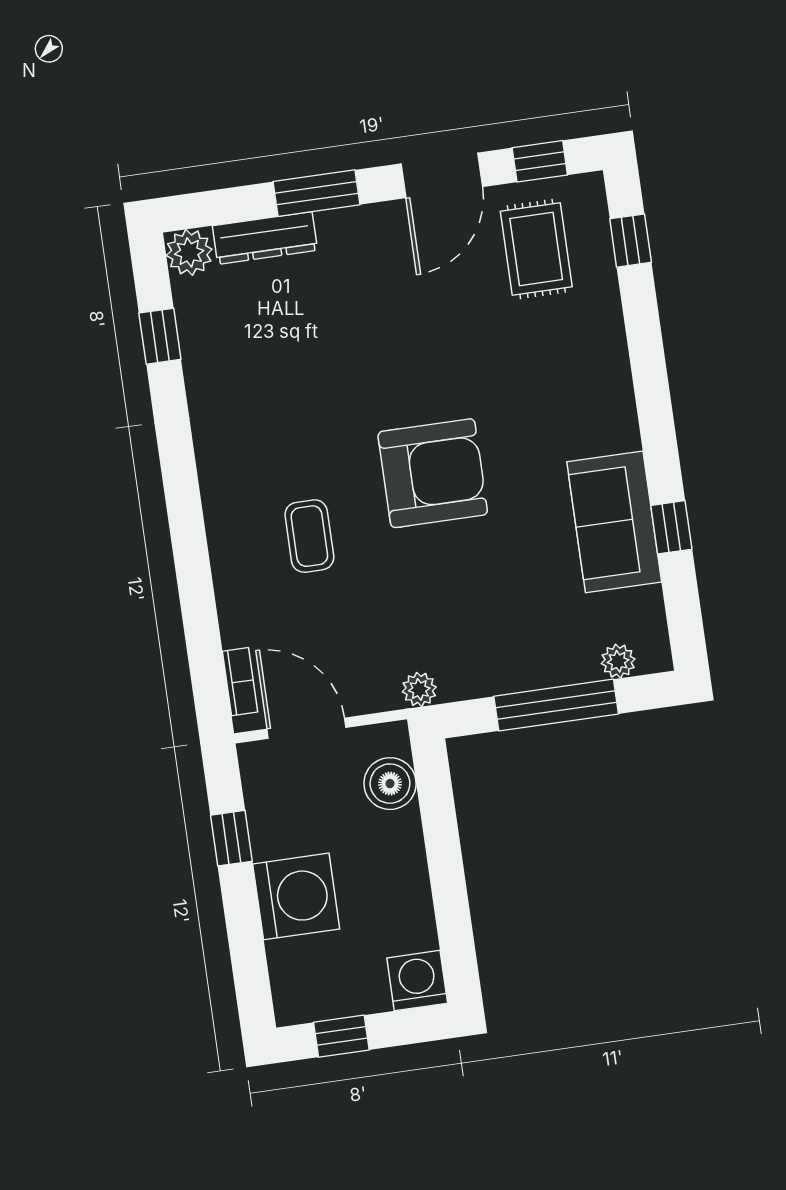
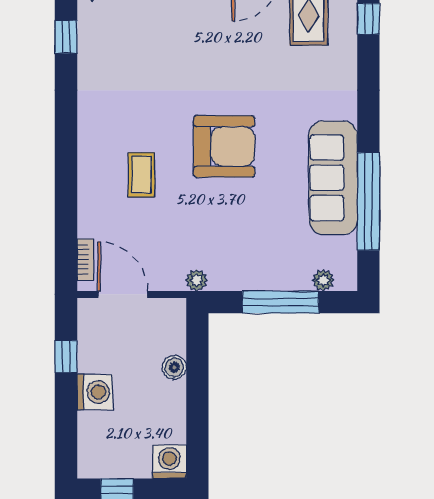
sofa: (614, 522) -> (333, 178), width x1.36
window: (671, 527) -> (368, 201), width x3.17
boiler: (390, 784) -> (174, 367), moved, width x0.73, depth x0.73
washing machine: (296, 896) -> (95, 392), width x0.73, depth x0.73

